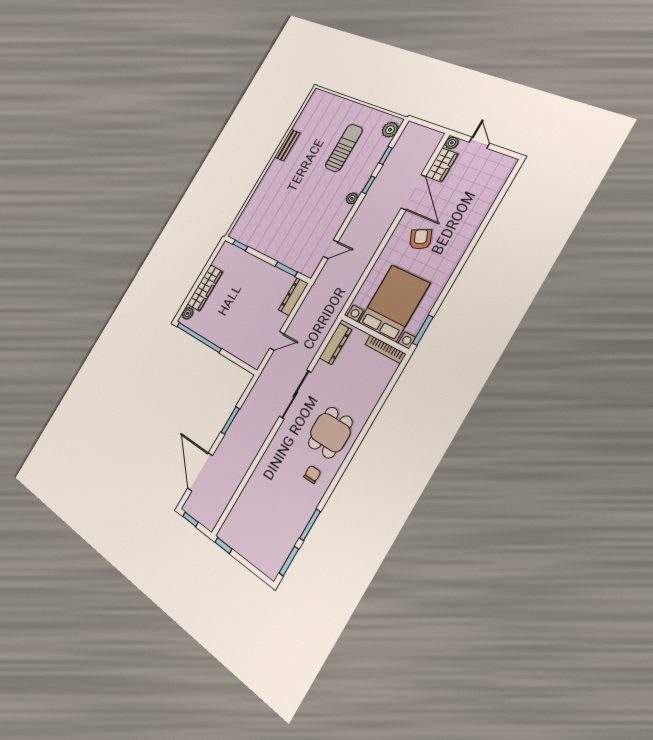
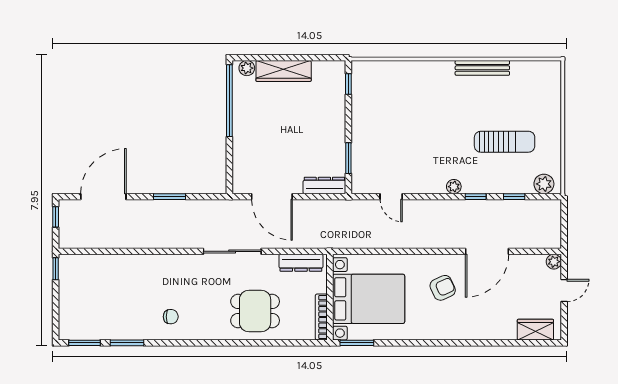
bench: (287, 145) -> (482, 68), width x1.36
wardrobe: (442, 165) -> (535, 330), moved, turned 180
door: (277, 341) -> (272, 197), width x1.88
dining table: (330, 433) -> (255, 311), moved

